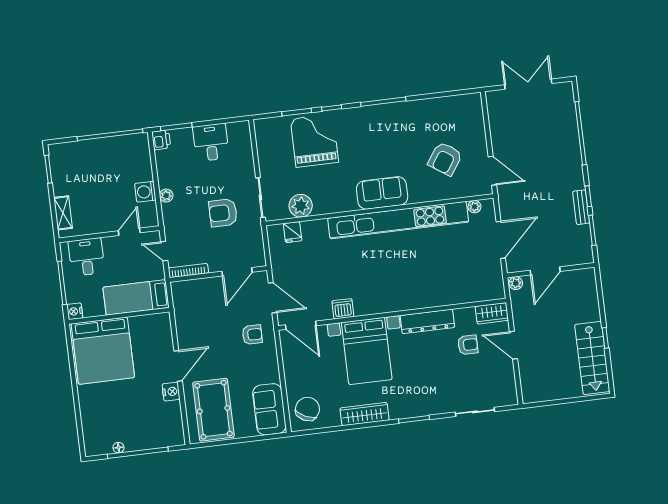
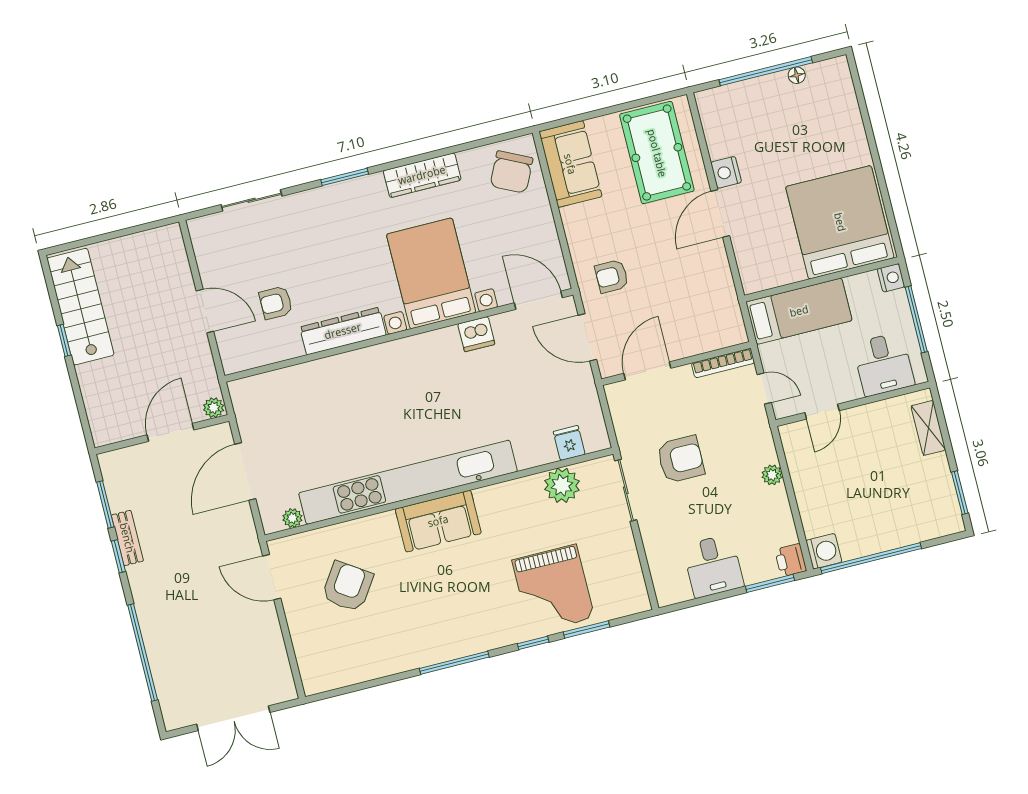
washing machine: (145, 192) -> (824, 551), moved
wardrobe: (492, 313) -> (245, 356), removed

